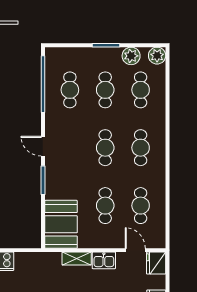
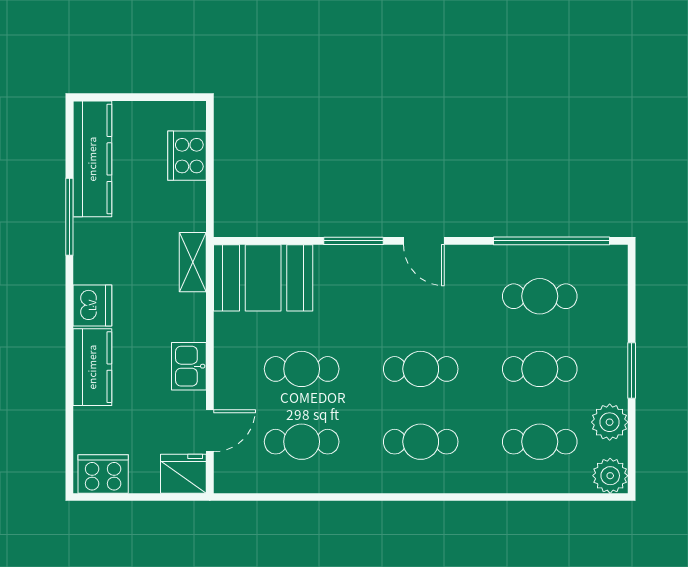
door: (43, 146) -> (424, 241), swing flipped
shelving: (77, 258) -> (193, 262), moved

